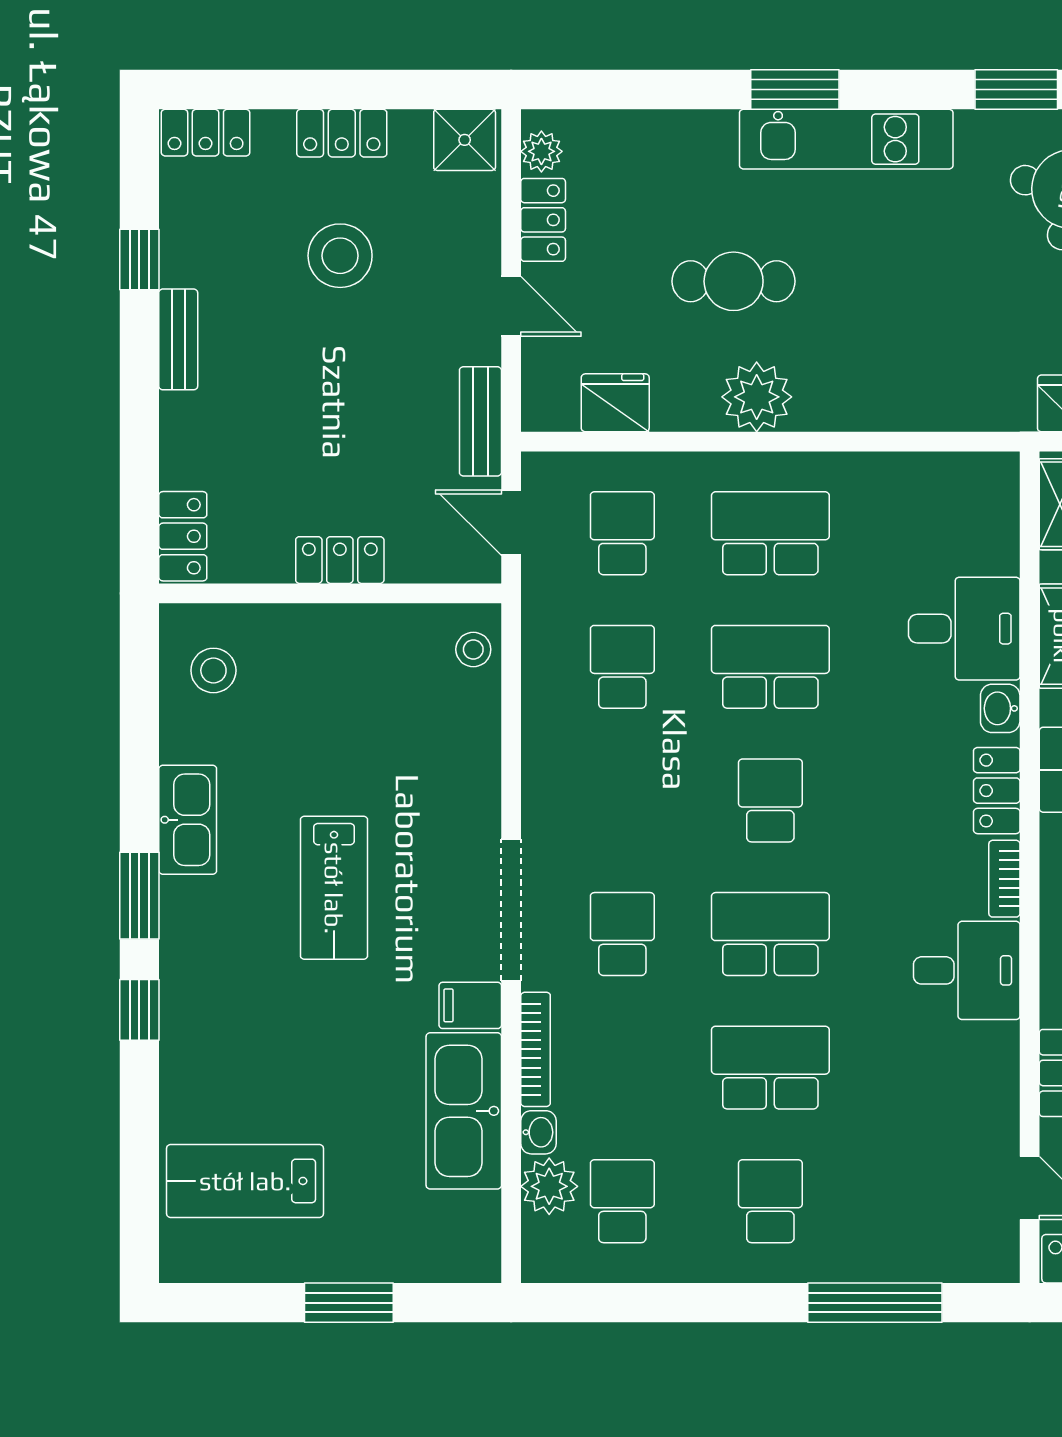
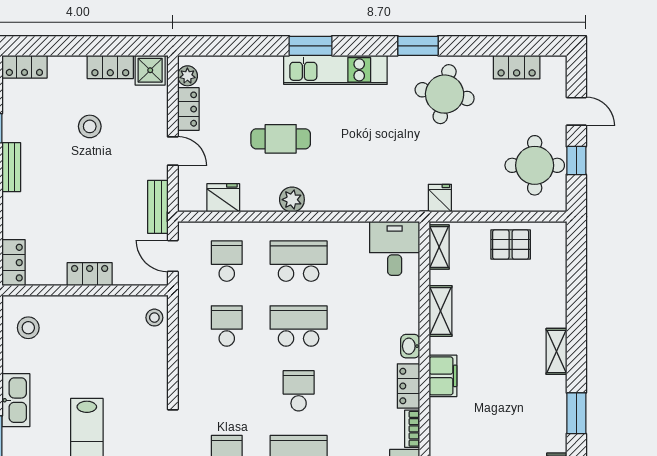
locker: (342, 133) -> (110, 67), moved
stool: (340, 256) -> (90, 126), width x0.73, depth x0.73
plant: (757, 397) -> (292, 200), width x0.73, depth x0.73
desk: (964, 629) -> (395, 248), moved, turned -90

